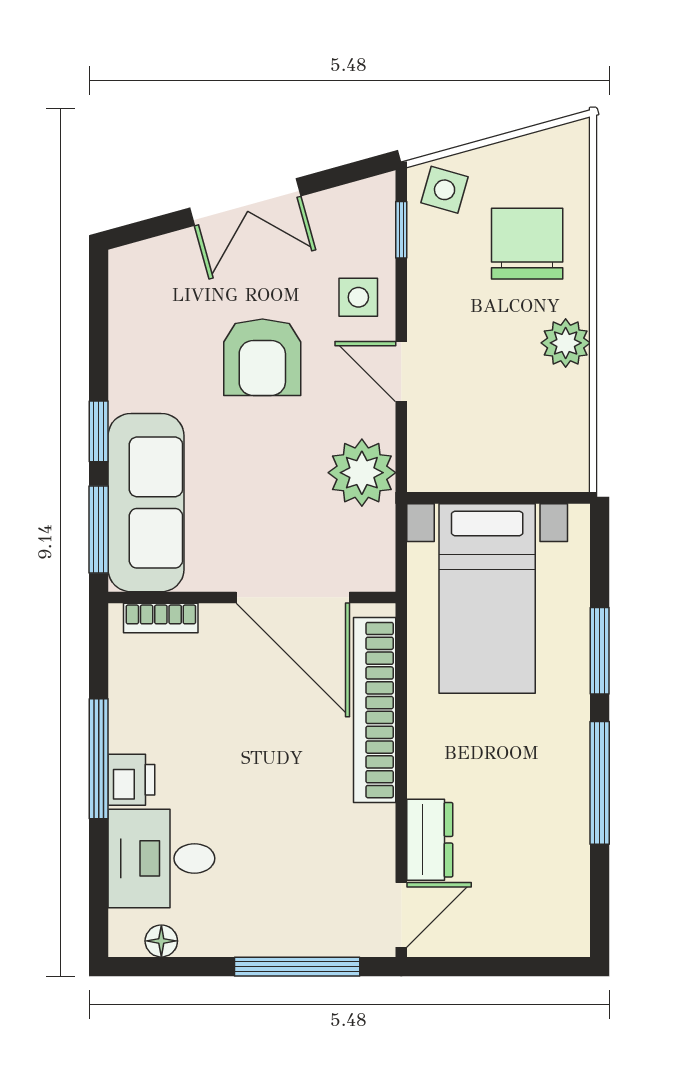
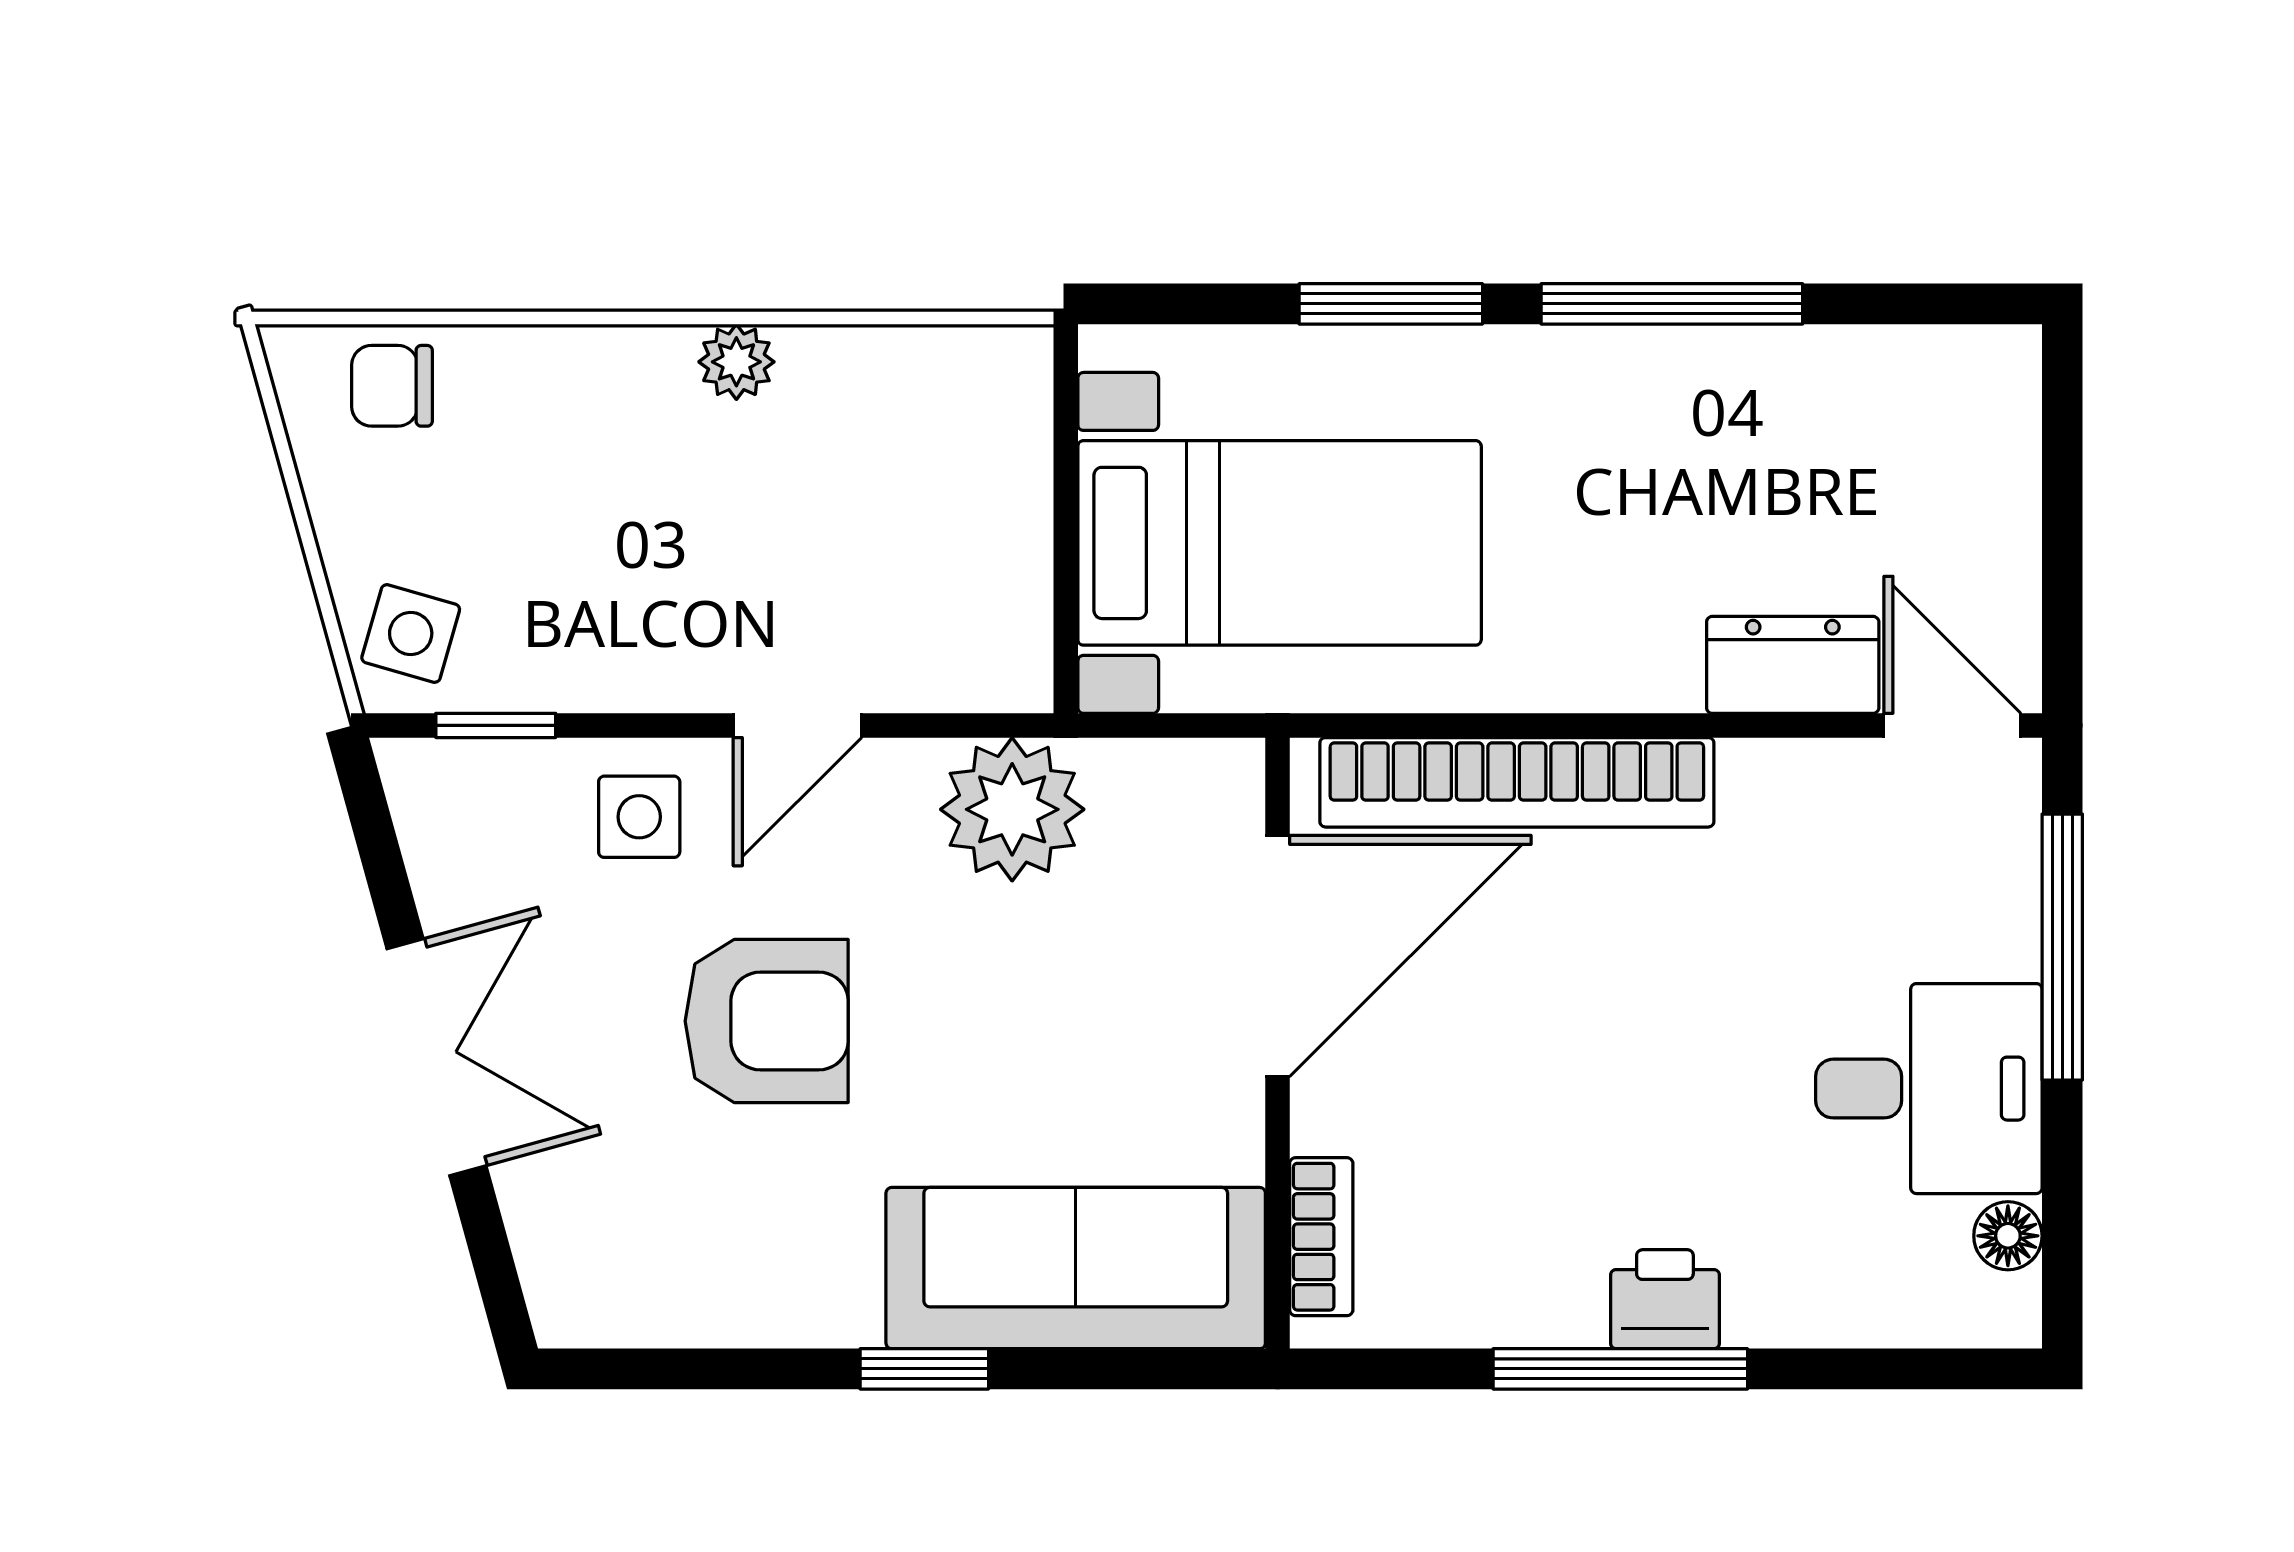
chair: (527, 244) -> (392, 386), moved, width x0.54, depth x0.54
plant: (566, 343) -> (736, 362), width x0.73, depth x0.73
window: (99, 530) -> (1133, 1369), removed
desk: (161, 858) -> (1929, 1089), moved, turned -90

